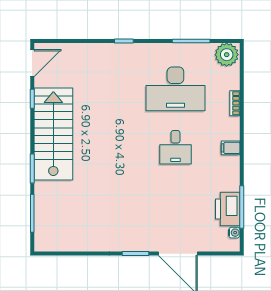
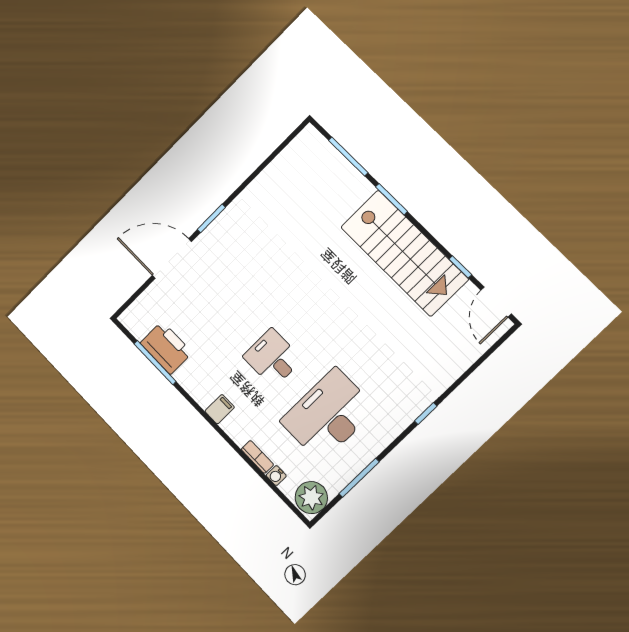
water cooler: (234, 233) -> (276, 476), moved

